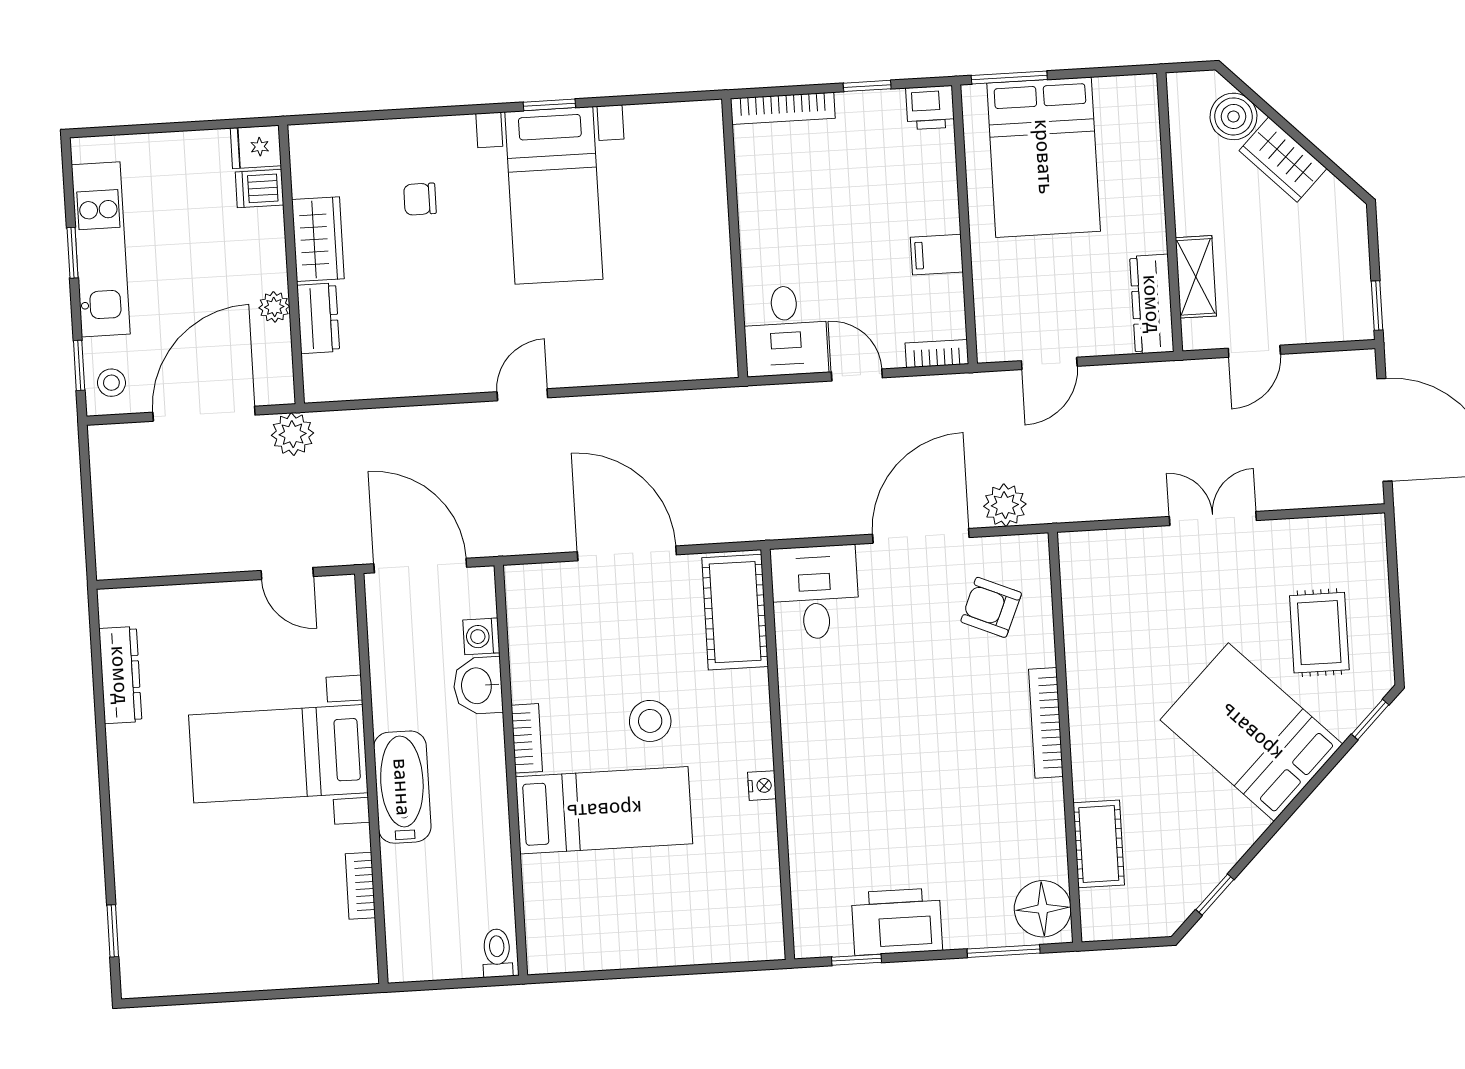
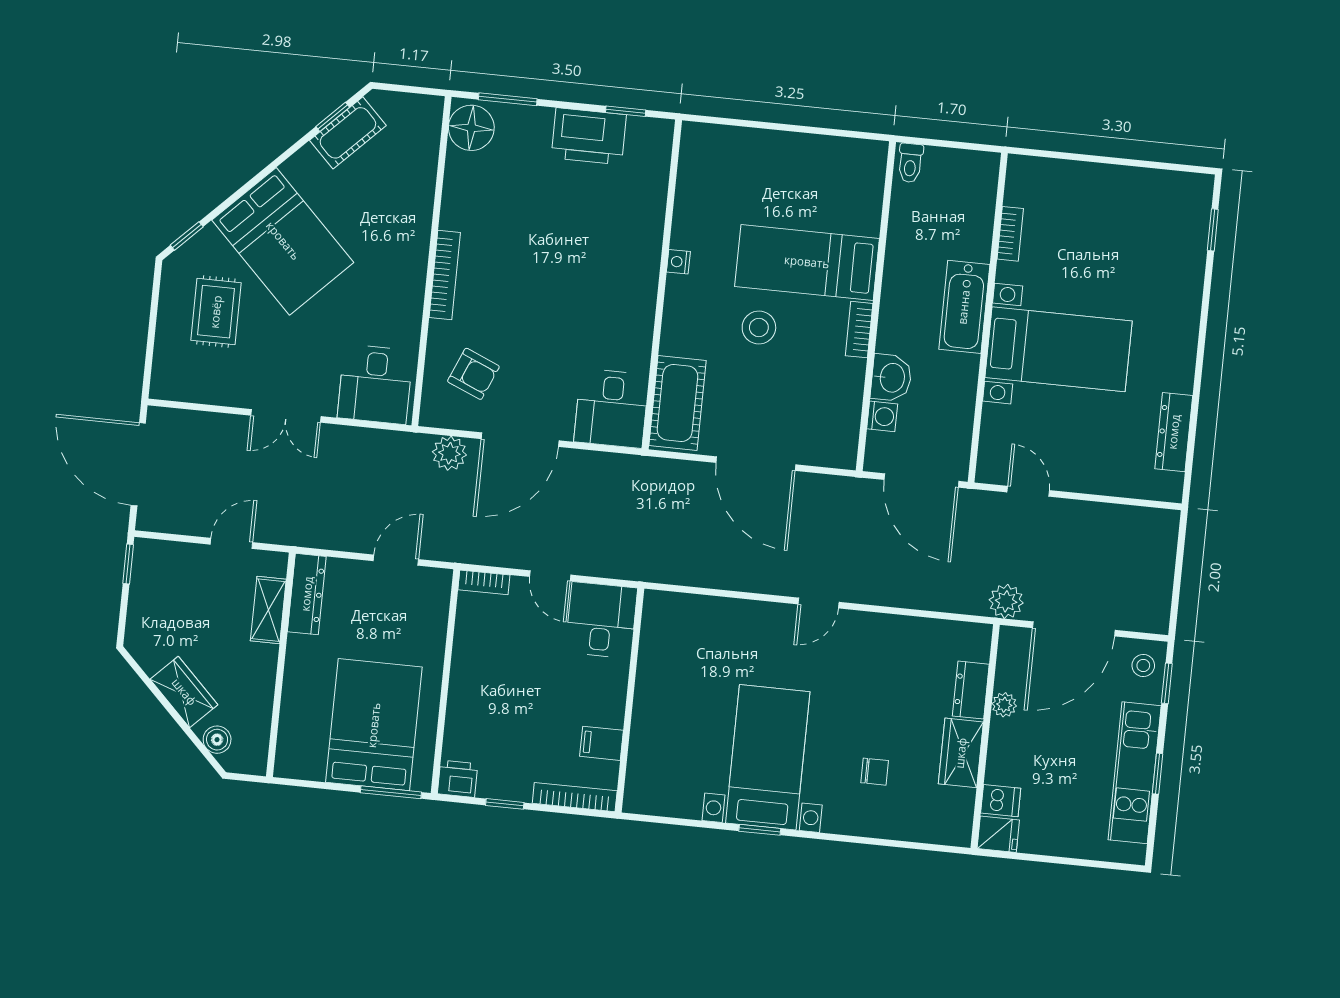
boiler: (1233, 116) -> (217, 740), width x0.73, depth x0.73
filing cabinet: (937, 255) -> (601, 743), moved, turned 180
desk: (1110, 575) -> (375, 384), added
cot: (1099, 844) -> (348, 133), moved, turned 45

